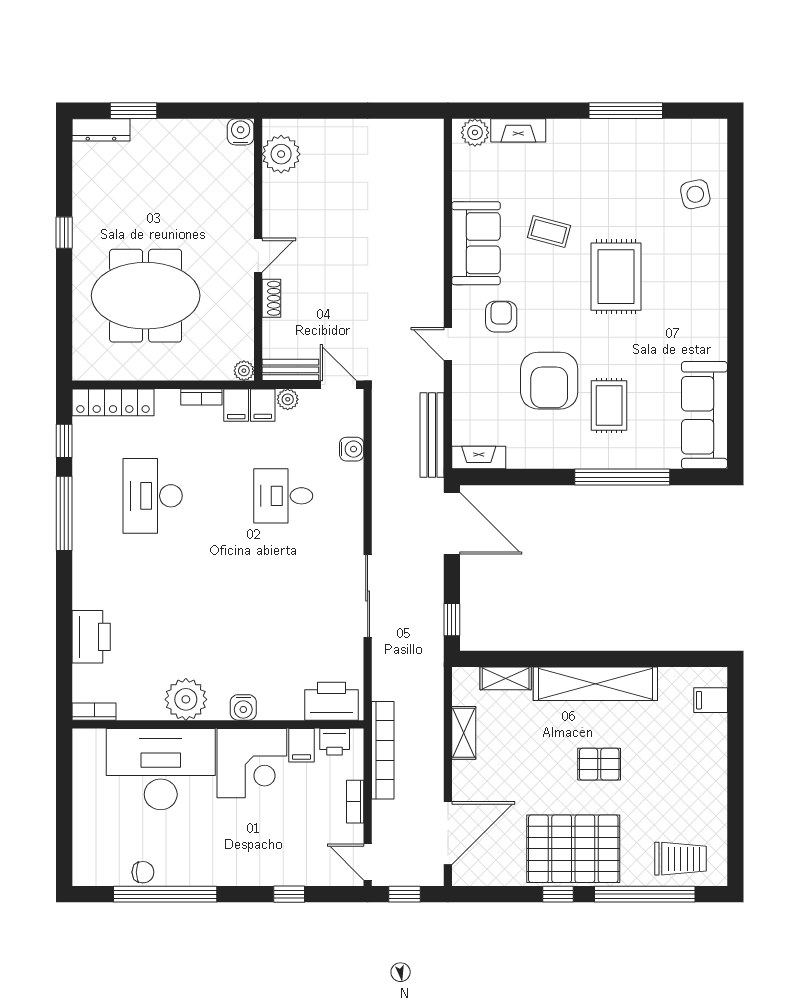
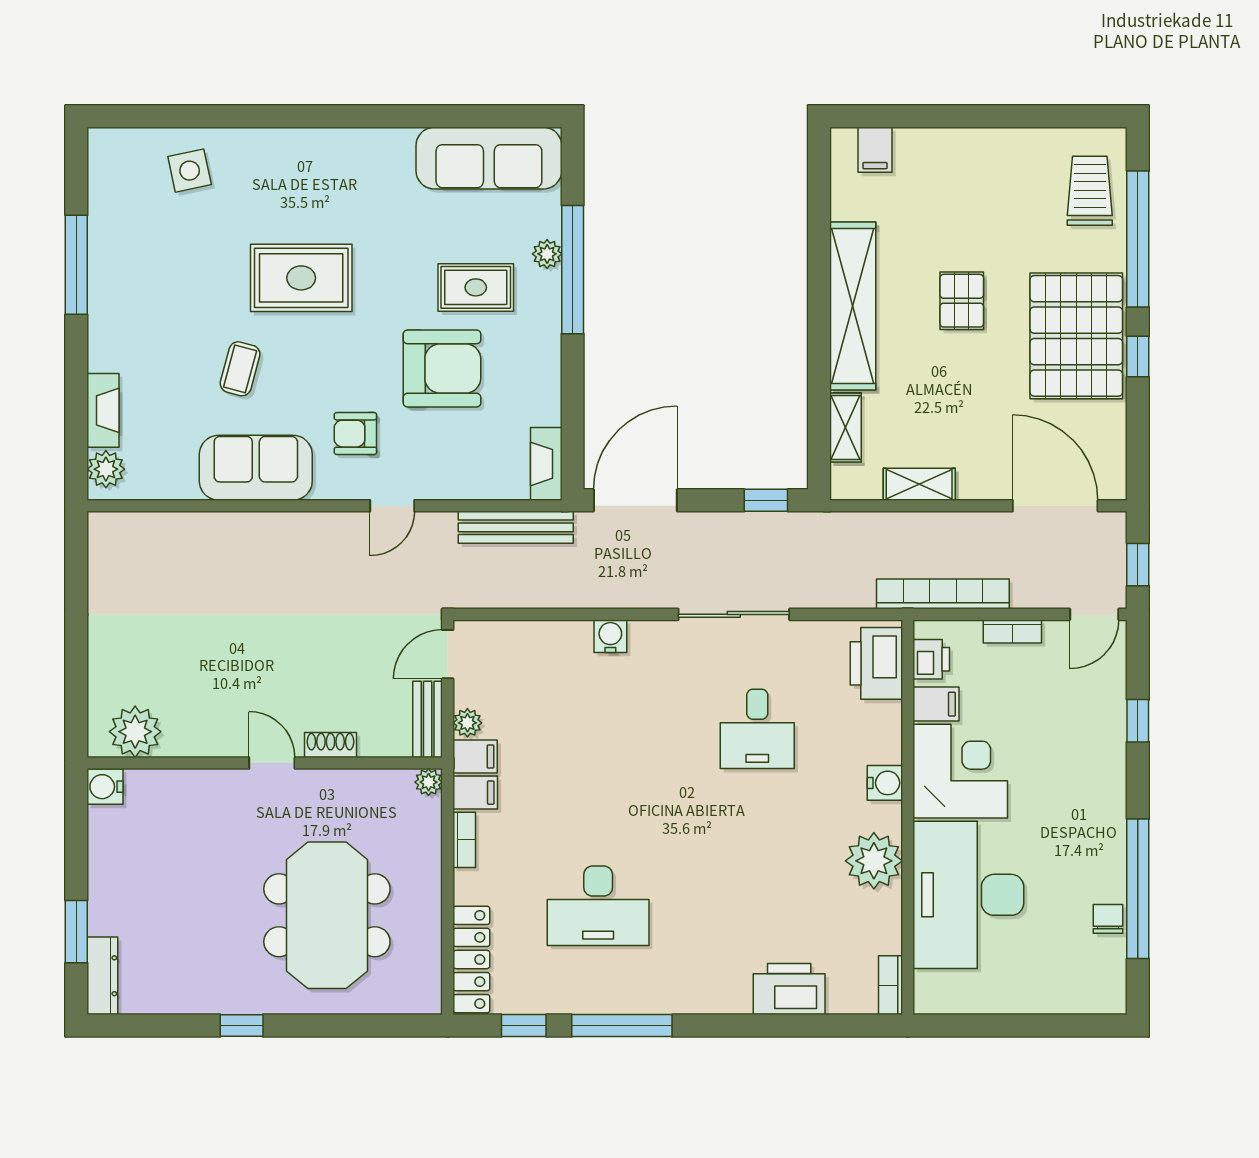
water cooler: (352, 449) -> (610, 636), moved
plant: (634, 458) -> (547, 254), added
desk: (283, 496) -> (757, 729), moved

